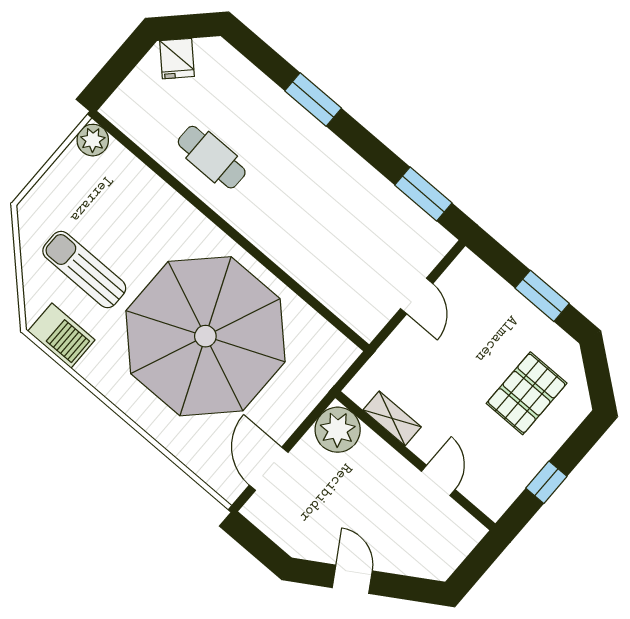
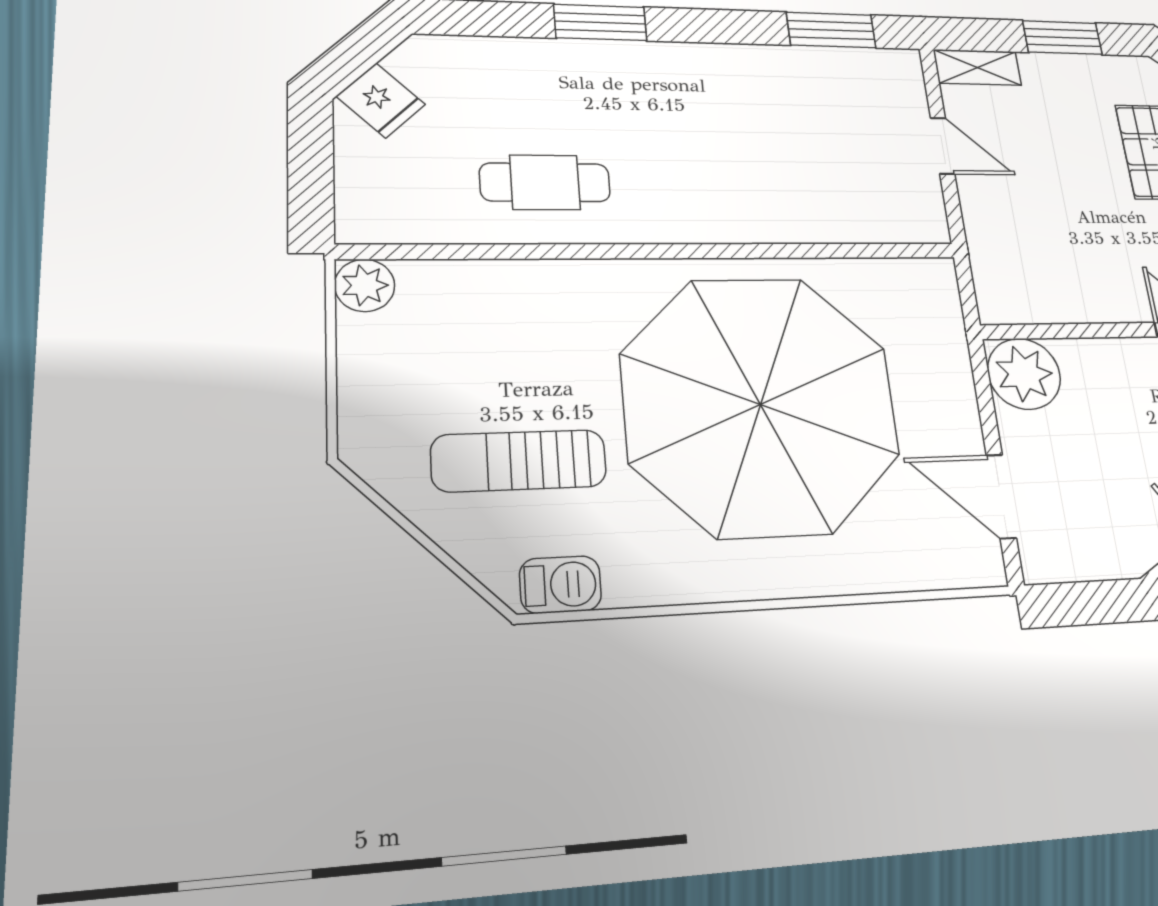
barbecue: (61, 336) -> (560, 585), width x0.73, depth x0.79
shelving: (392, 418) -> (977, 67), moved

